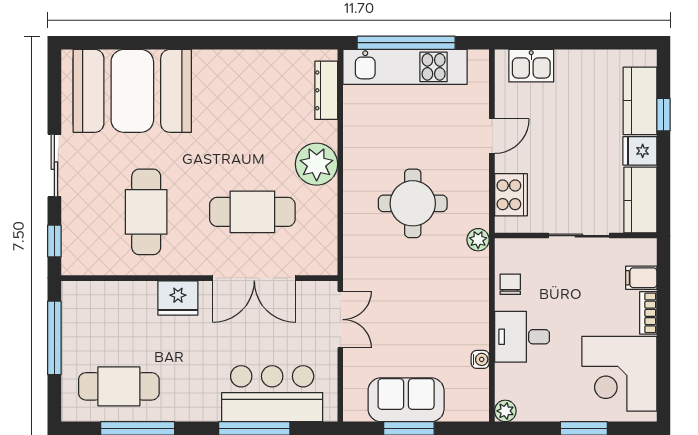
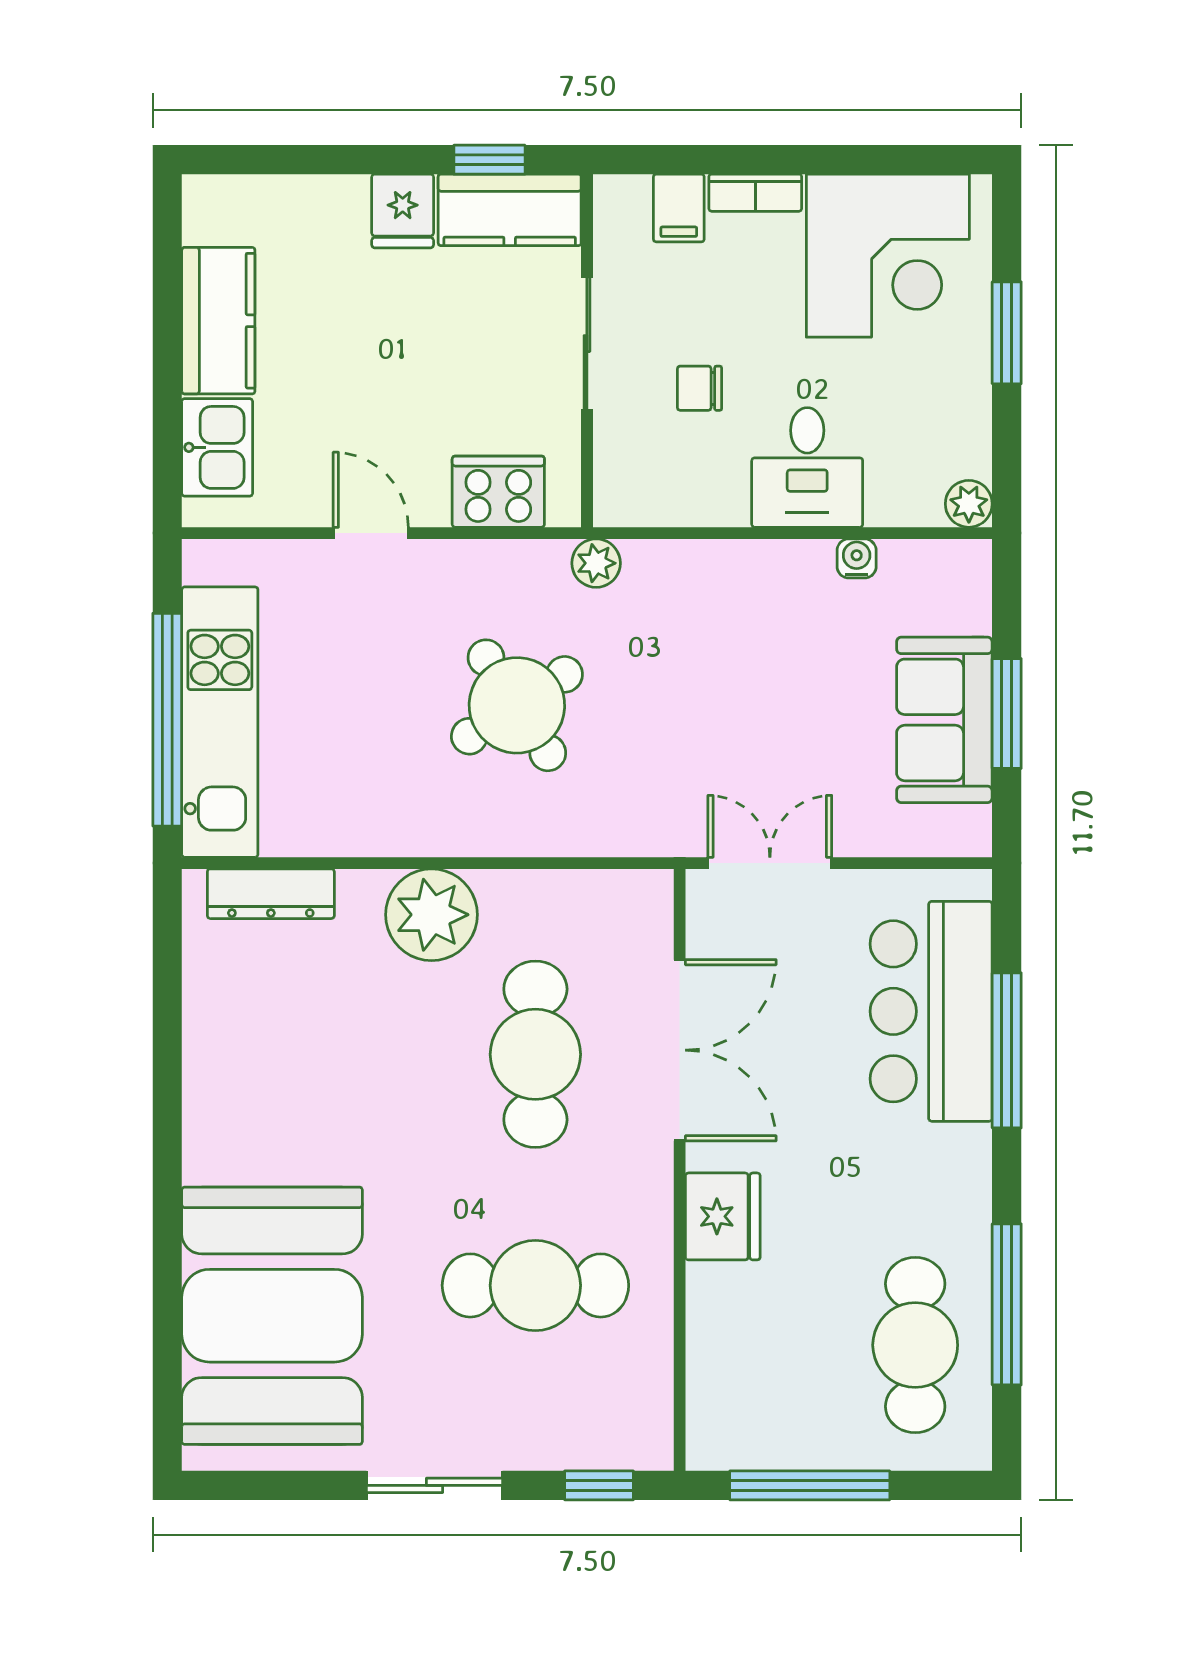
kitchen counter: (640, 101) -> (218, 321), moved, turned -90
window: (663, 115) -> (489, 160), moved
round table: (413, 203) -> (517, 705), turned -33
chair: (510, 284) -> (700, 388), moved

